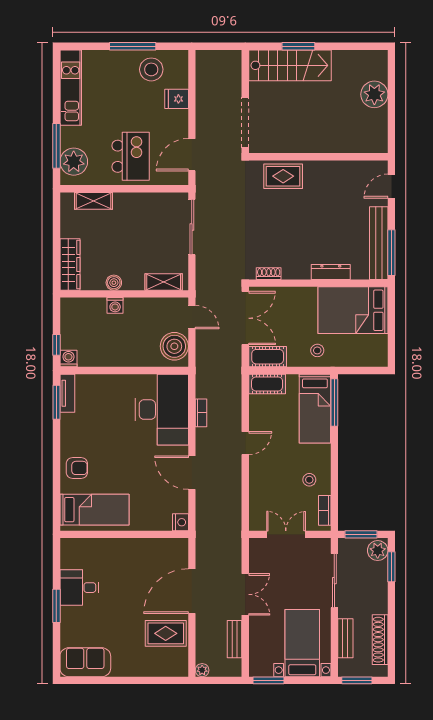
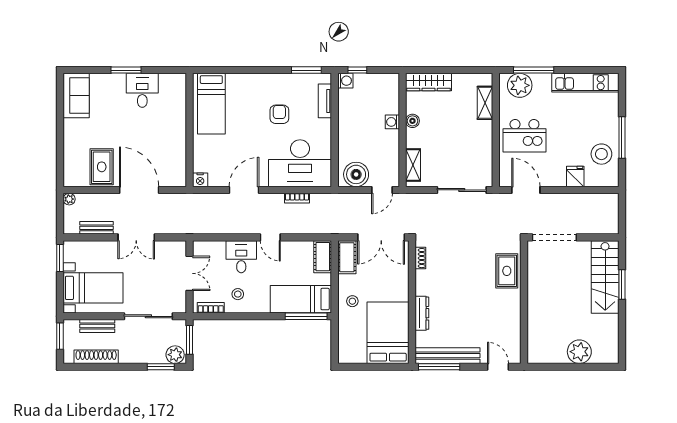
tv unit: (67, 393) -> (325, 101), moved, turned 90
armchair: (77, 468) -> (279, 114), moved, turned 180
desk: (267, 476) -> (241, 257), added

